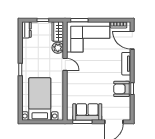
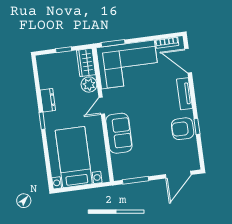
dresser: (26, 30) -> (48, 100), moved
door: (65, 64) -> (102, 106), swing flipped
sofa: (87, 112) -> (119, 133), moved, turned 90

